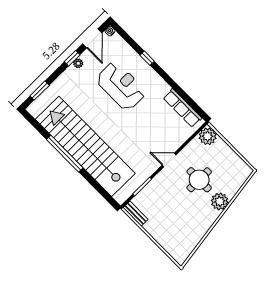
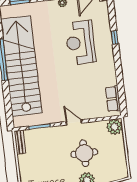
reception desk: (121, 86) -> (80, 43), turned 180
row of seats: (182, 108) -> (113, 99), width x0.68

